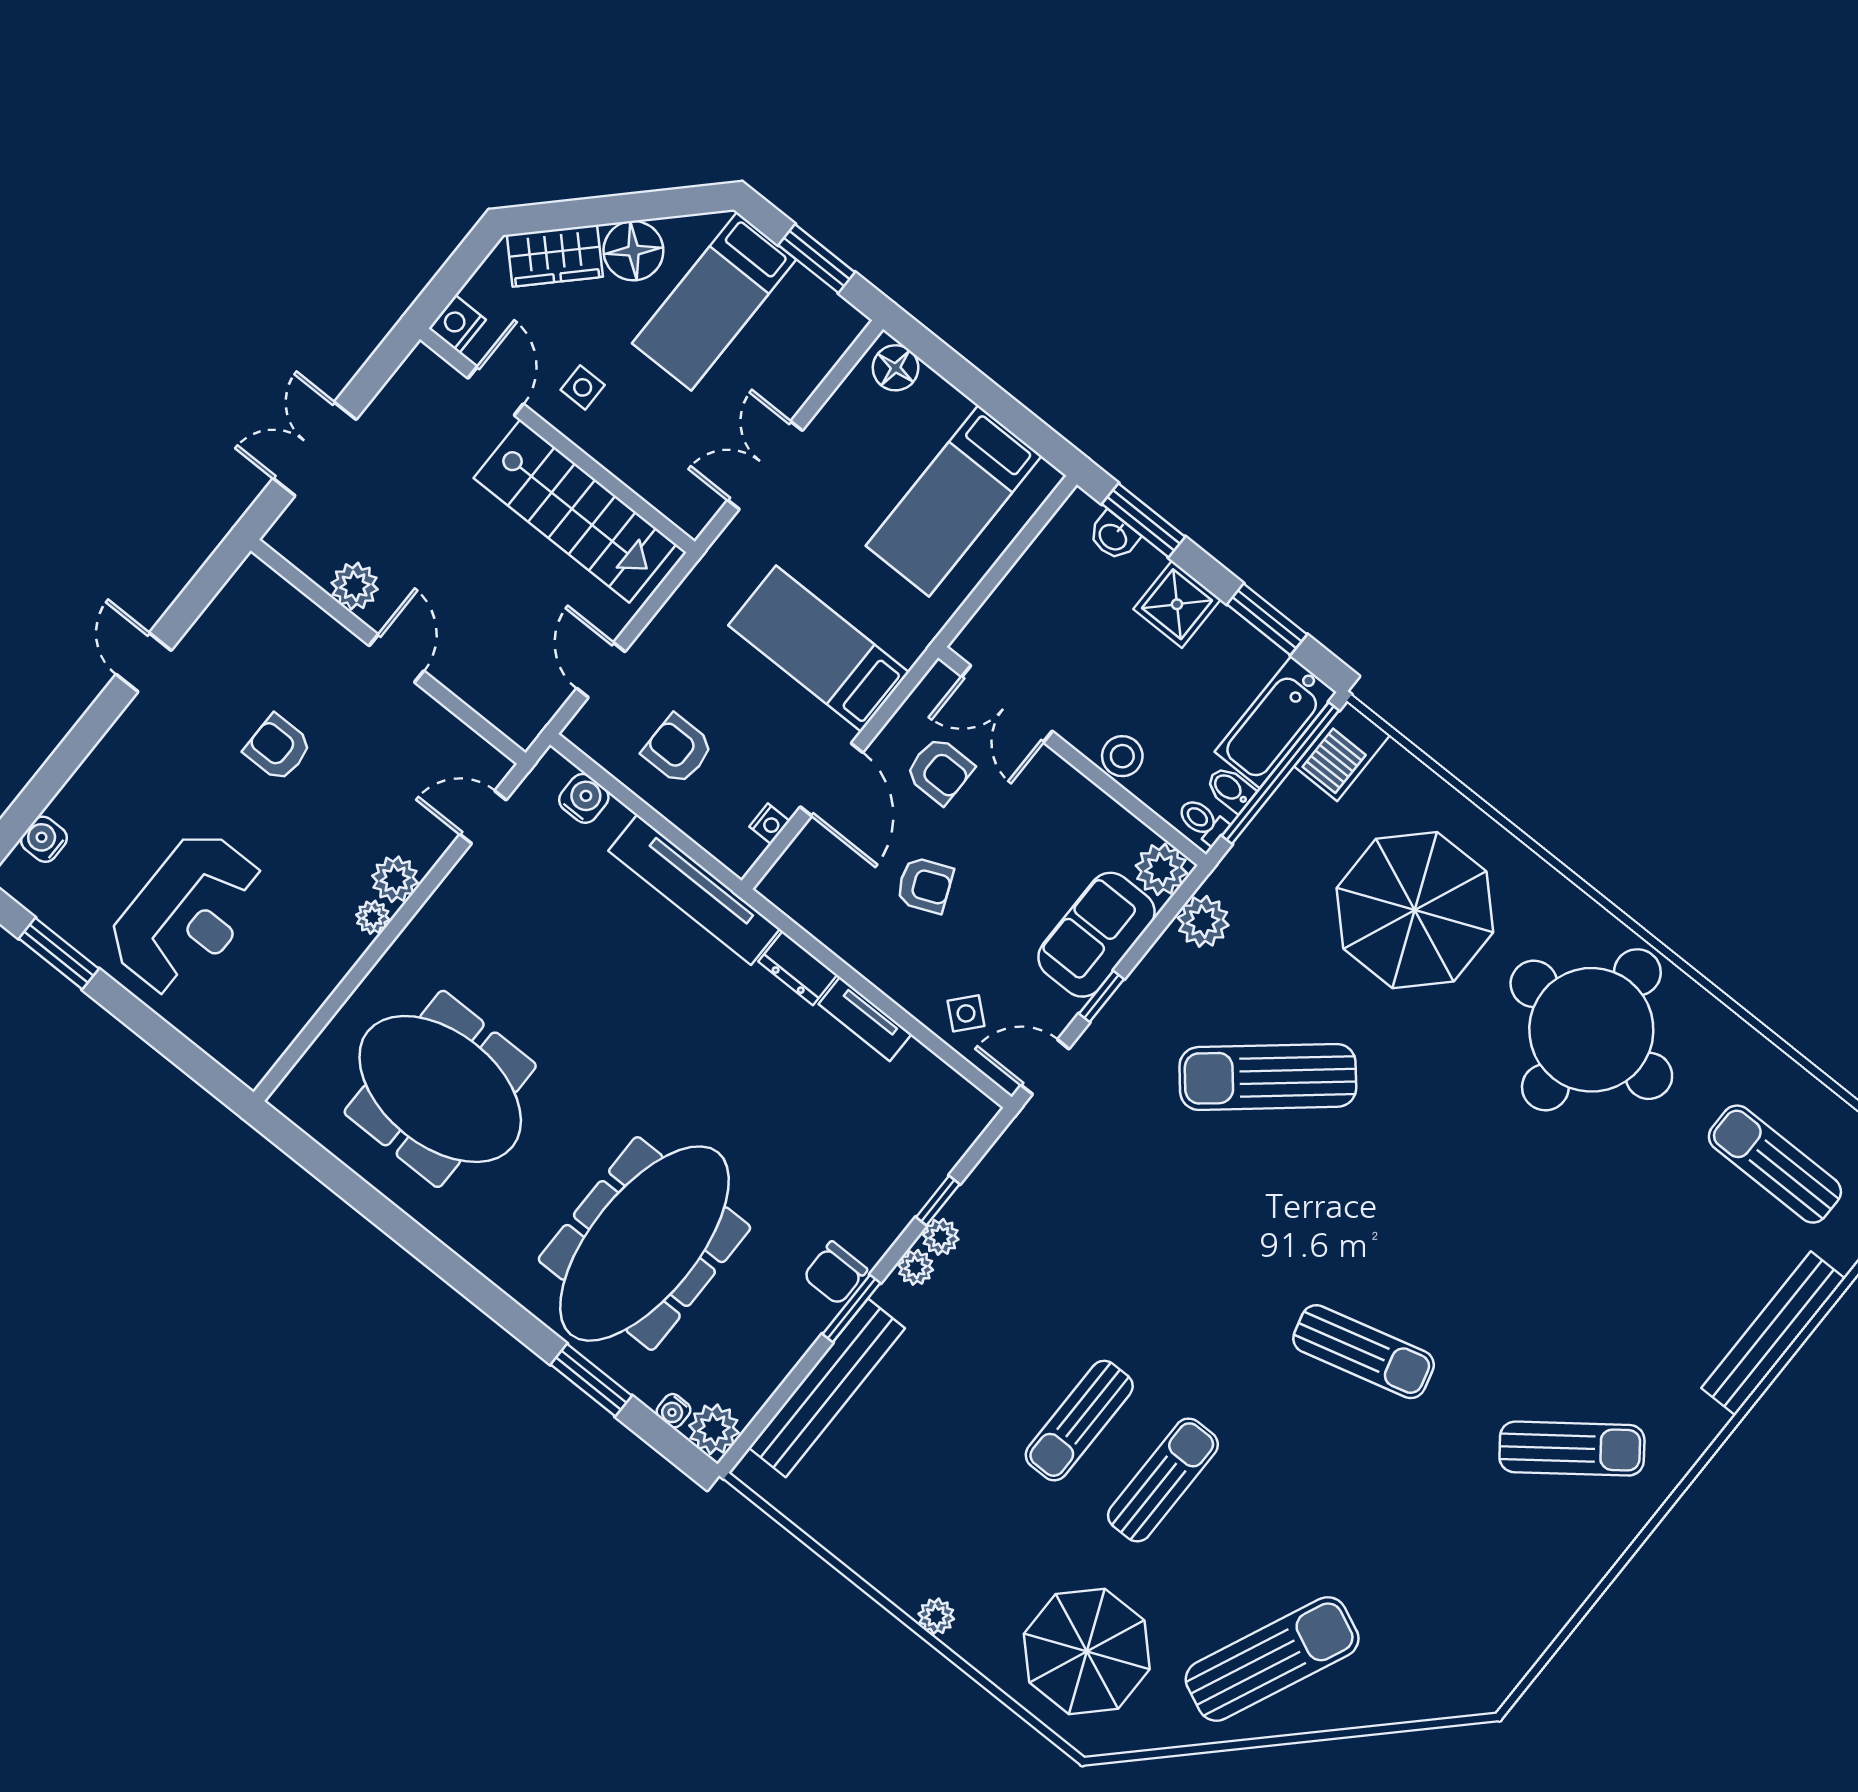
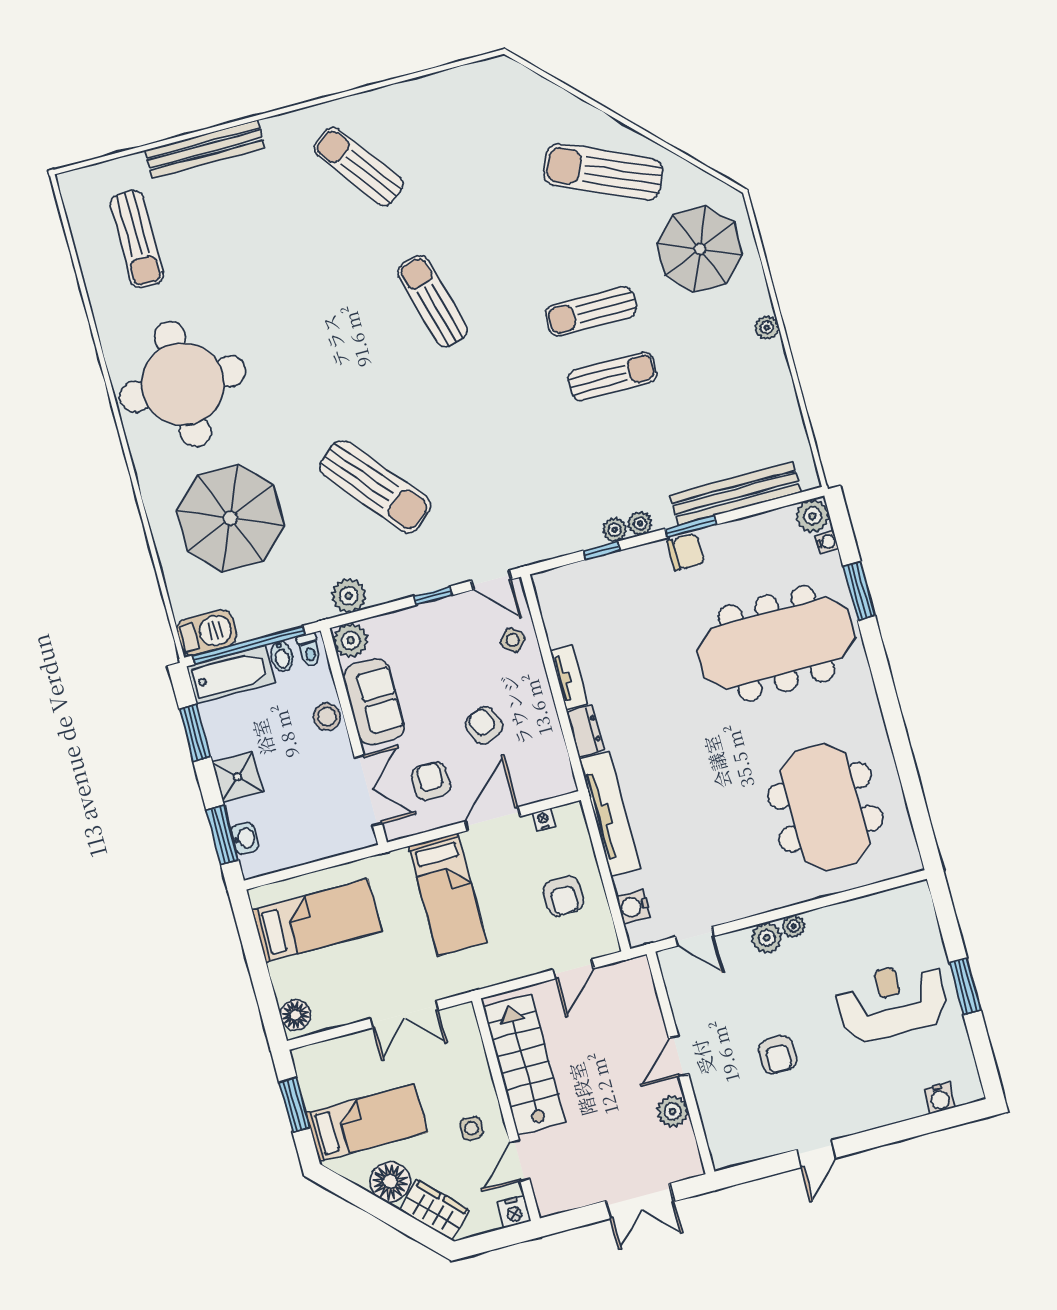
sofa: (1096, 935) -> (374, 702), moved, turned -90
window: (59, 954) -> (965, 987), moved

